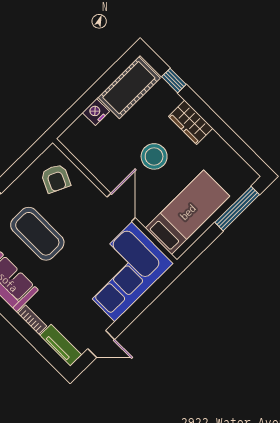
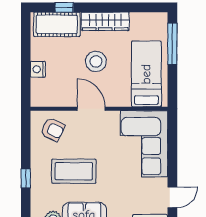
cot: (129, 88) -> (57, 24), moved, turned 90
wardrobe: (191, 122) -> (105, 21), width x1.50
door: (121, 207) -> (91, 109), moved

